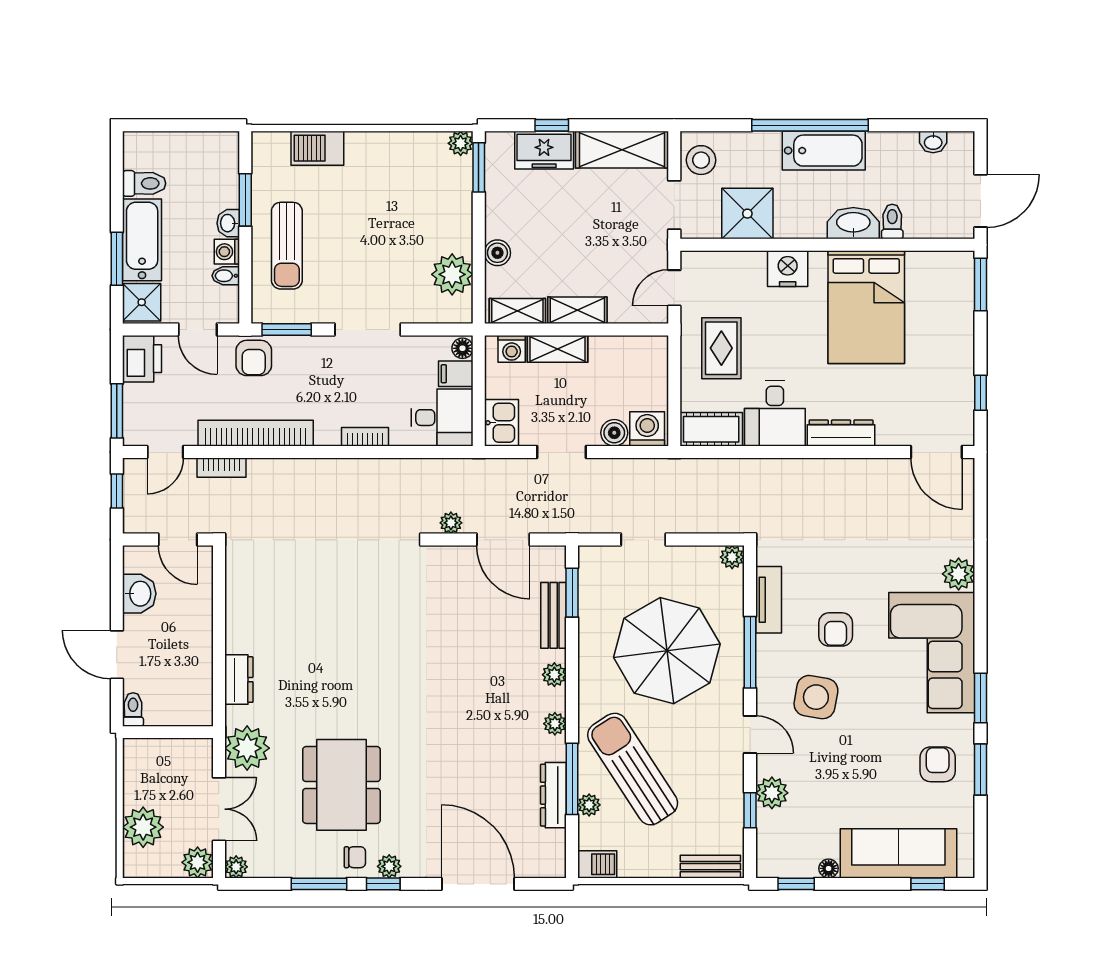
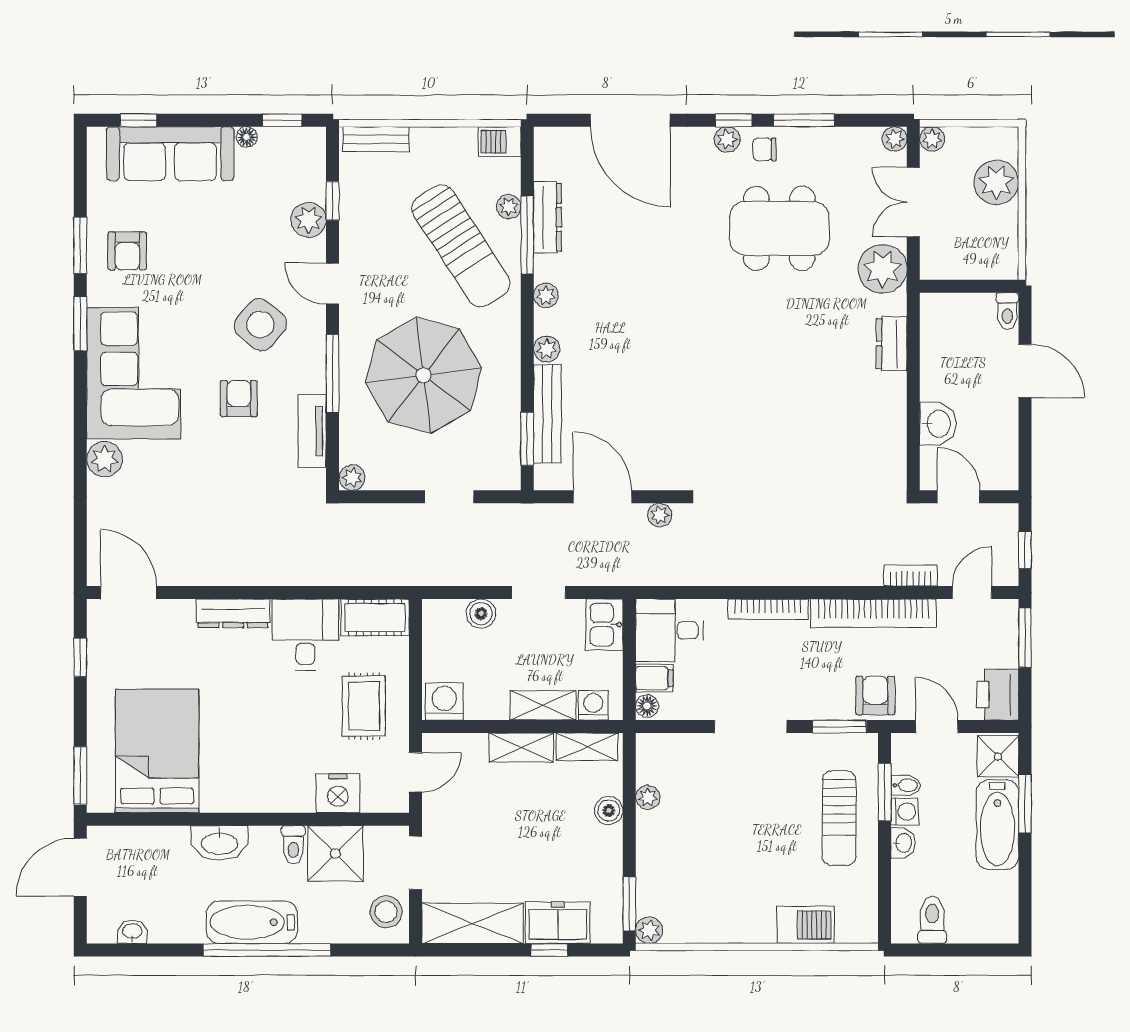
toilet: (144, 183) -> (932, 920), moved, turned 90
window: (245, 200) -> (885, 792), moved
toilet: (892, 222) -> (293, 845), moved
sun lounger: (287, 246) -> (839, 818), turned 180
nightstand: (788, 269) -> (338, 793), moved
plant: (452, 274) -> (648, 797), width x0.53, depth x0.53
bed: (866, 307) -> (157, 751), moved
washing machine: (647, 429) -> (444, 701), moved, turned 180
bookcase: (365, 437) -> (768, 609), width x1.56
washbasin: (139, 594) -> (938, 424), moved, turned 180
bench: (554, 615) -> (547, 414), width x1.36
side table: (816, 697) -> (260, 325), turned 30
dining table: (341, 785) -> (779, 228), turned 90
plant: (198, 862) -> (932, 139), width x0.73, depth x0.73

